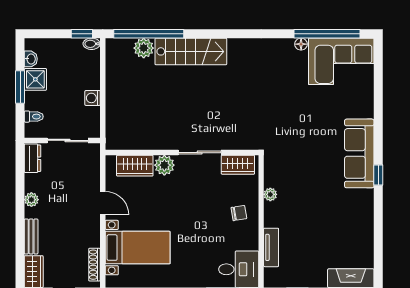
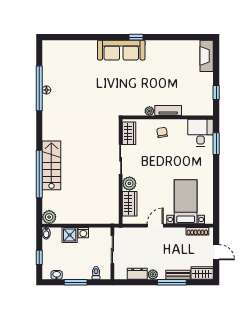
window: (82, 34) -> (39, 257), moved
window: (149, 34) -> (39, 174), moved
window: (327, 34) -> (39, 88), moved
plant: (144, 48) -> (49, 217), moved
corner sofa: (341, 61) -> (58, 62), removed
shower: (35, 79) -> (70, 235), moved
dresser: (32, 158) -> (137, 274), moved
window: (20, 227) -> (172, 282), added
tv unit: (271, 247) -> (168, 110), moved

